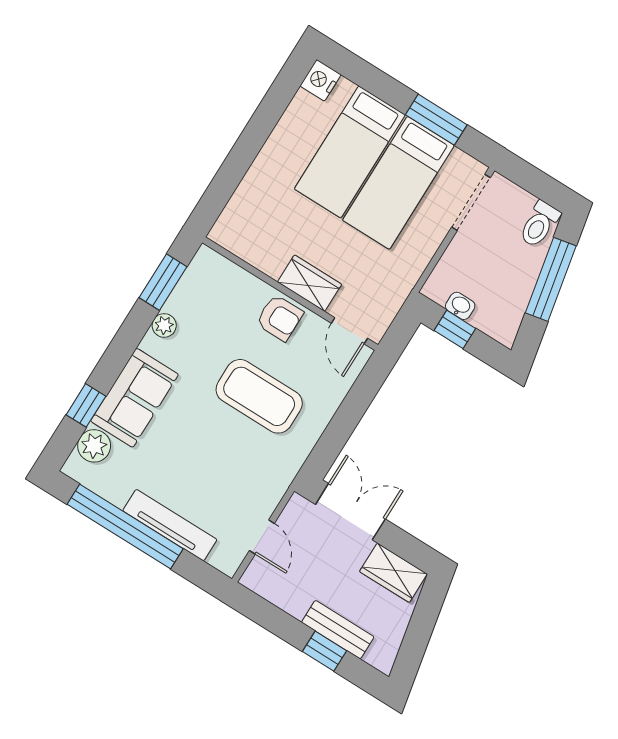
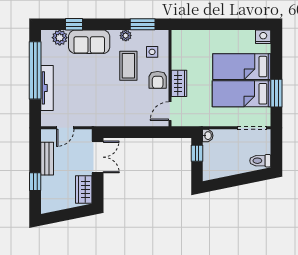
window: (551, 279) -> (241, 179), removed
side table: (223, 296) -> (152, 52), added
washbasin: (460, 306) -> (208, 136), moved
coffee table: (259, 396) -> (128, 66), moved, width x0.73, depth x0.76
bench: (338, 630) -> (47, 159), moved

